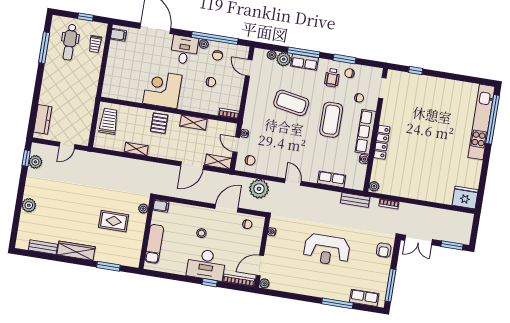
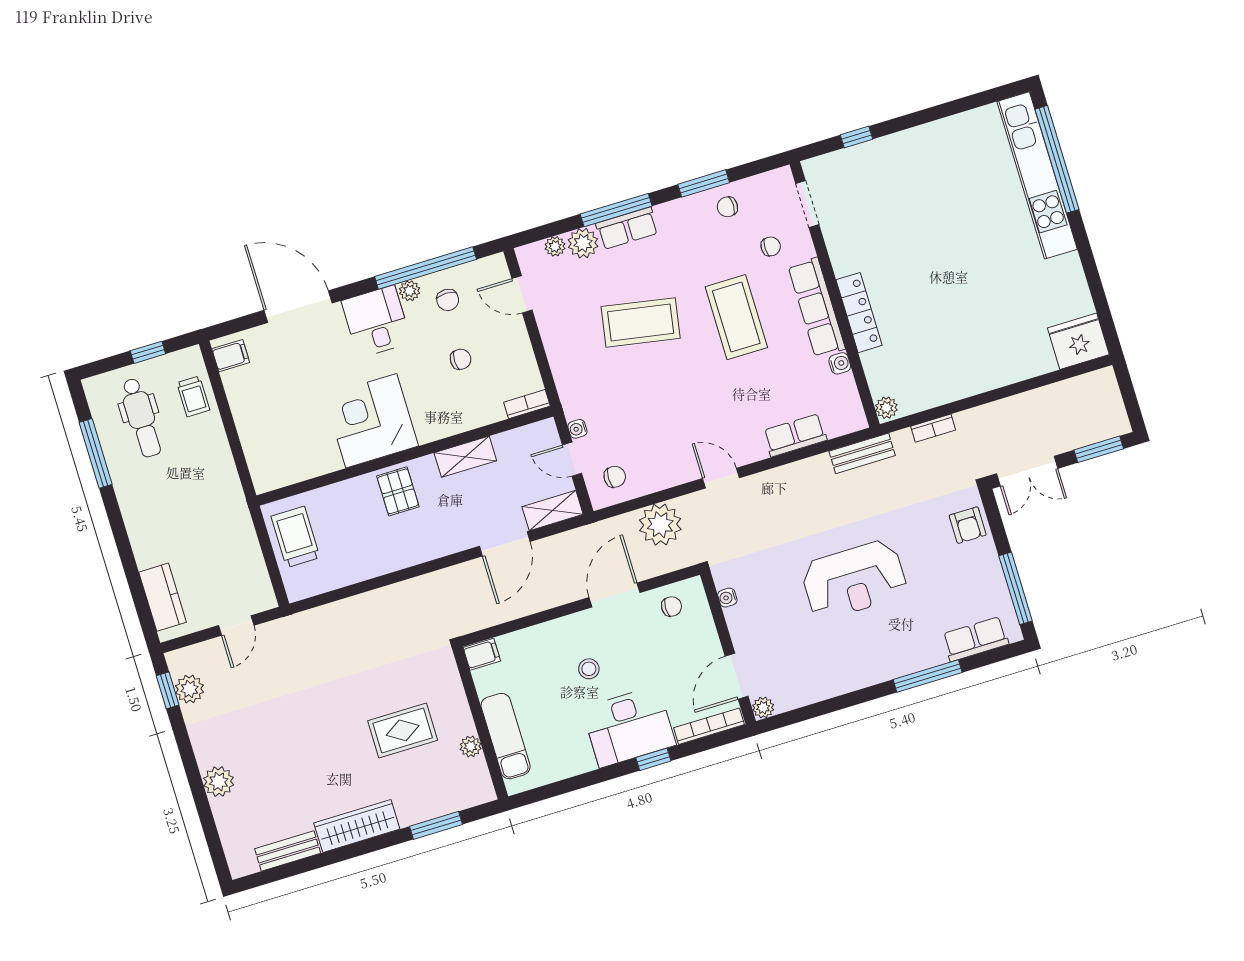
wheelchair: (332, 78) -> (697, 233), removed
shelving: (136, 149) -> (377, 565), removed
plant: (143, 209) -> (471, 746), moved

